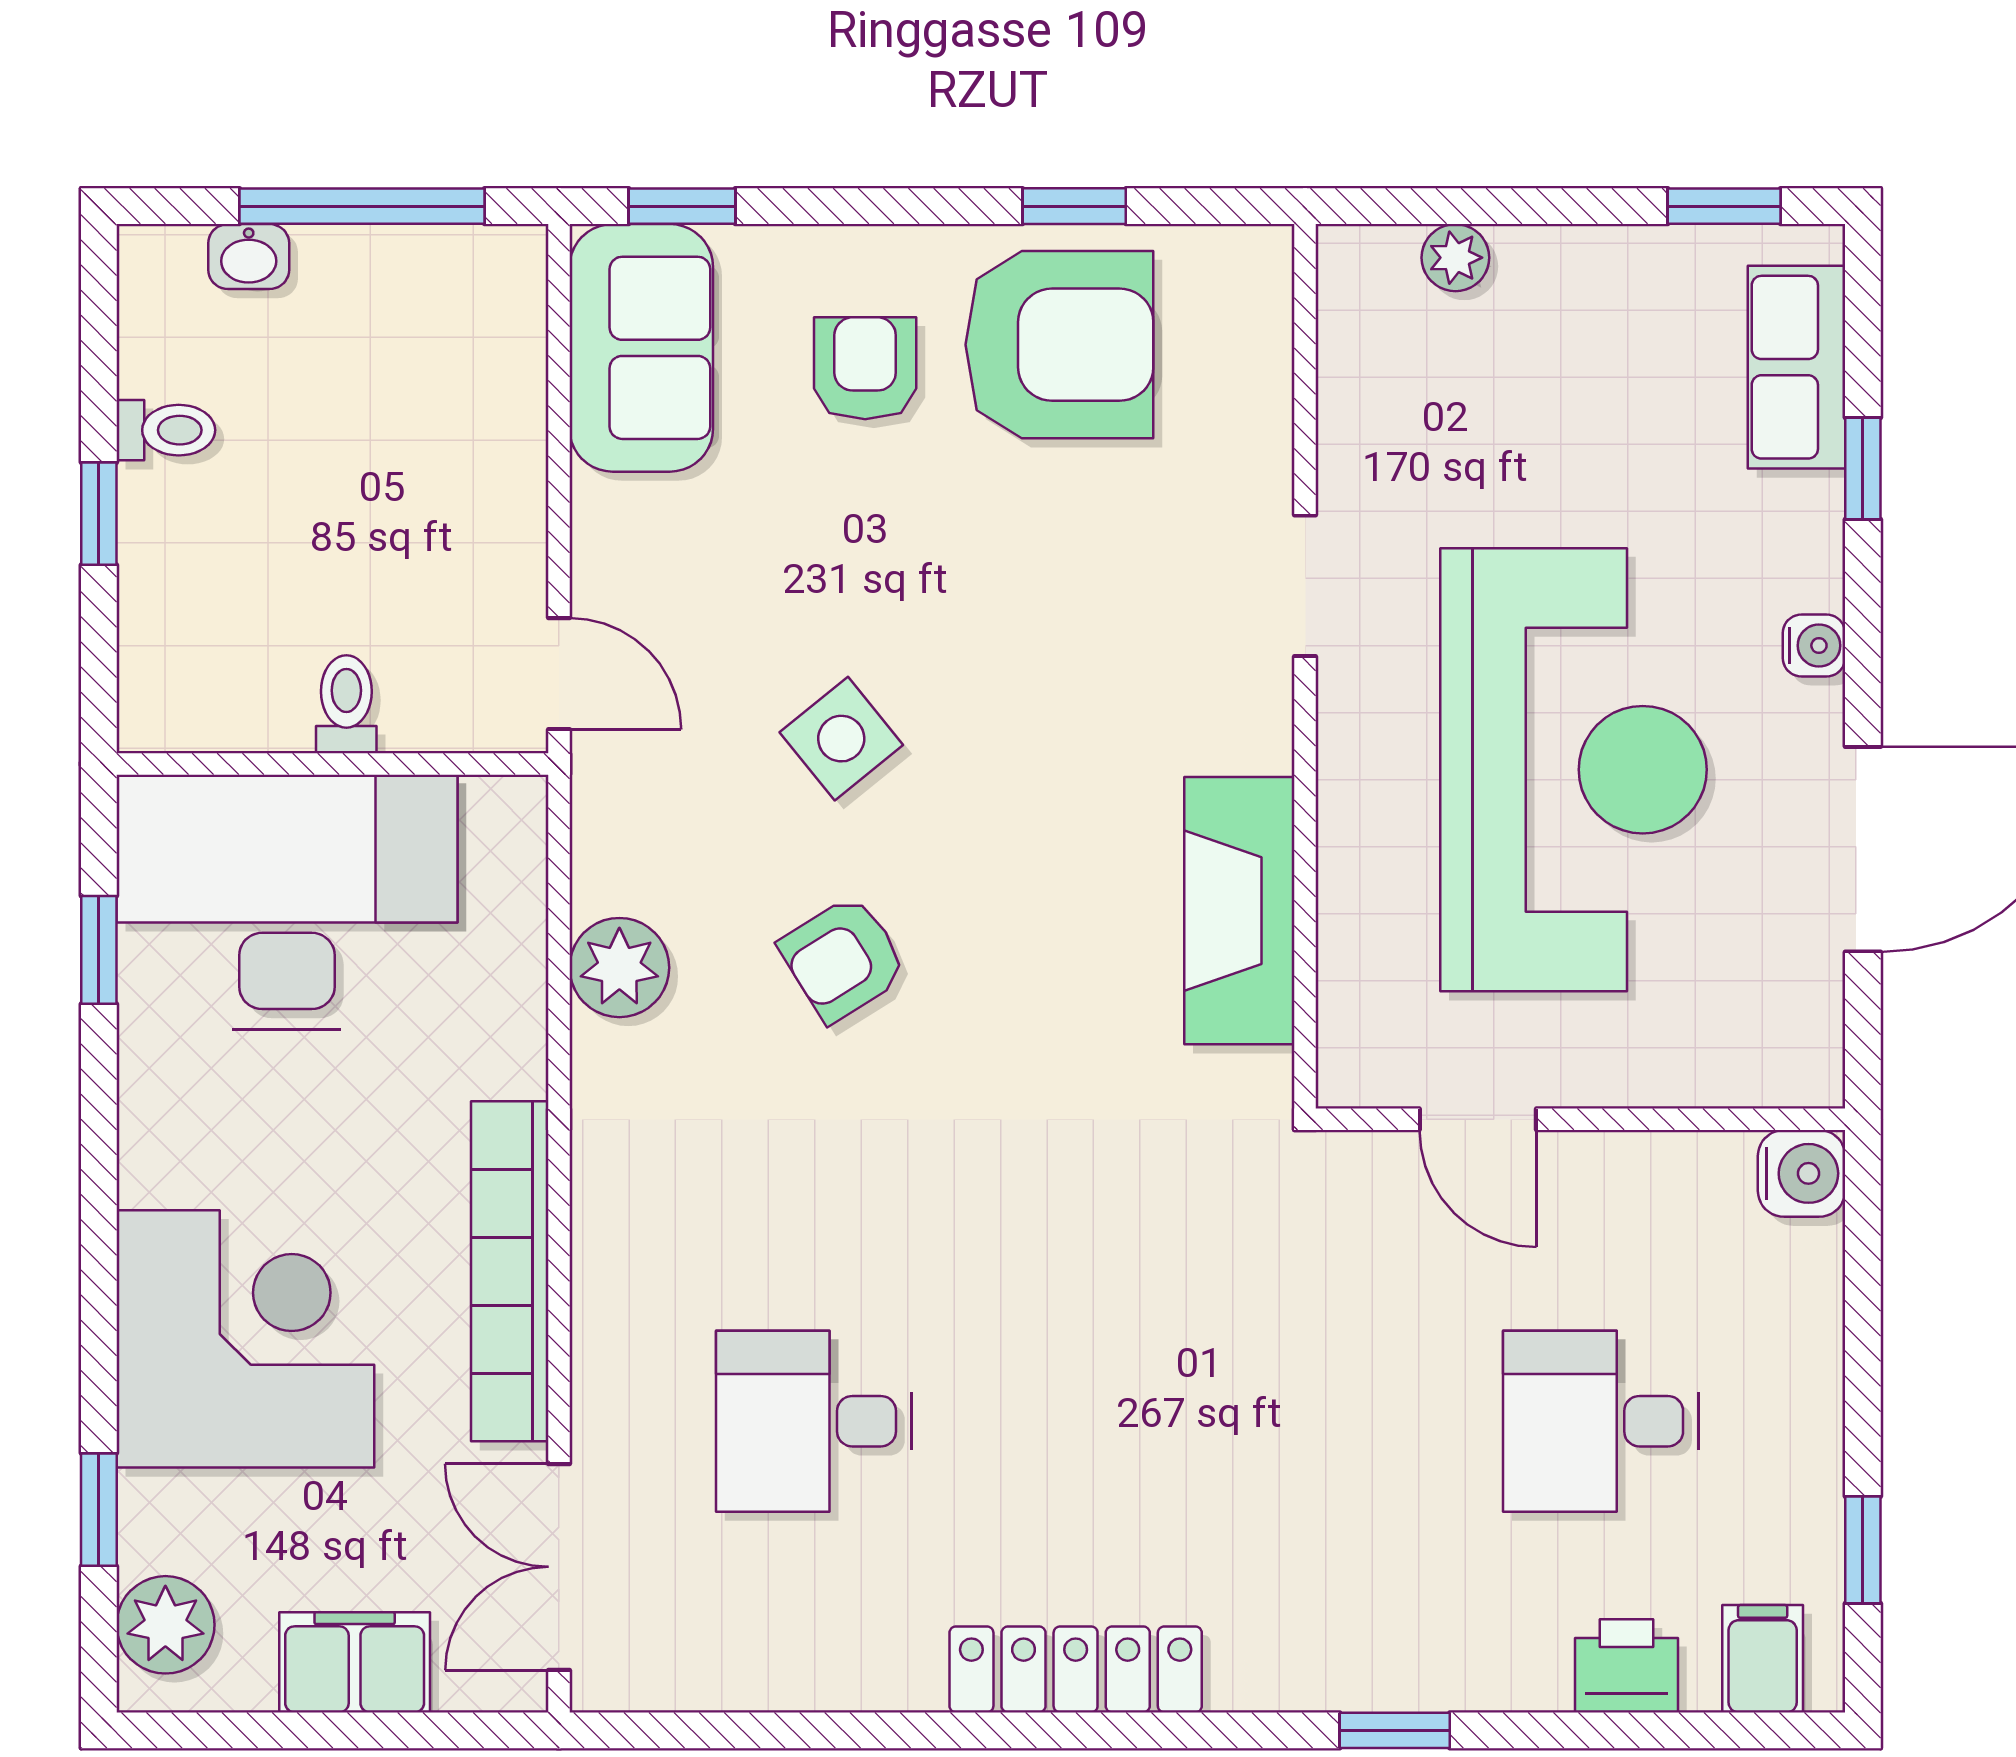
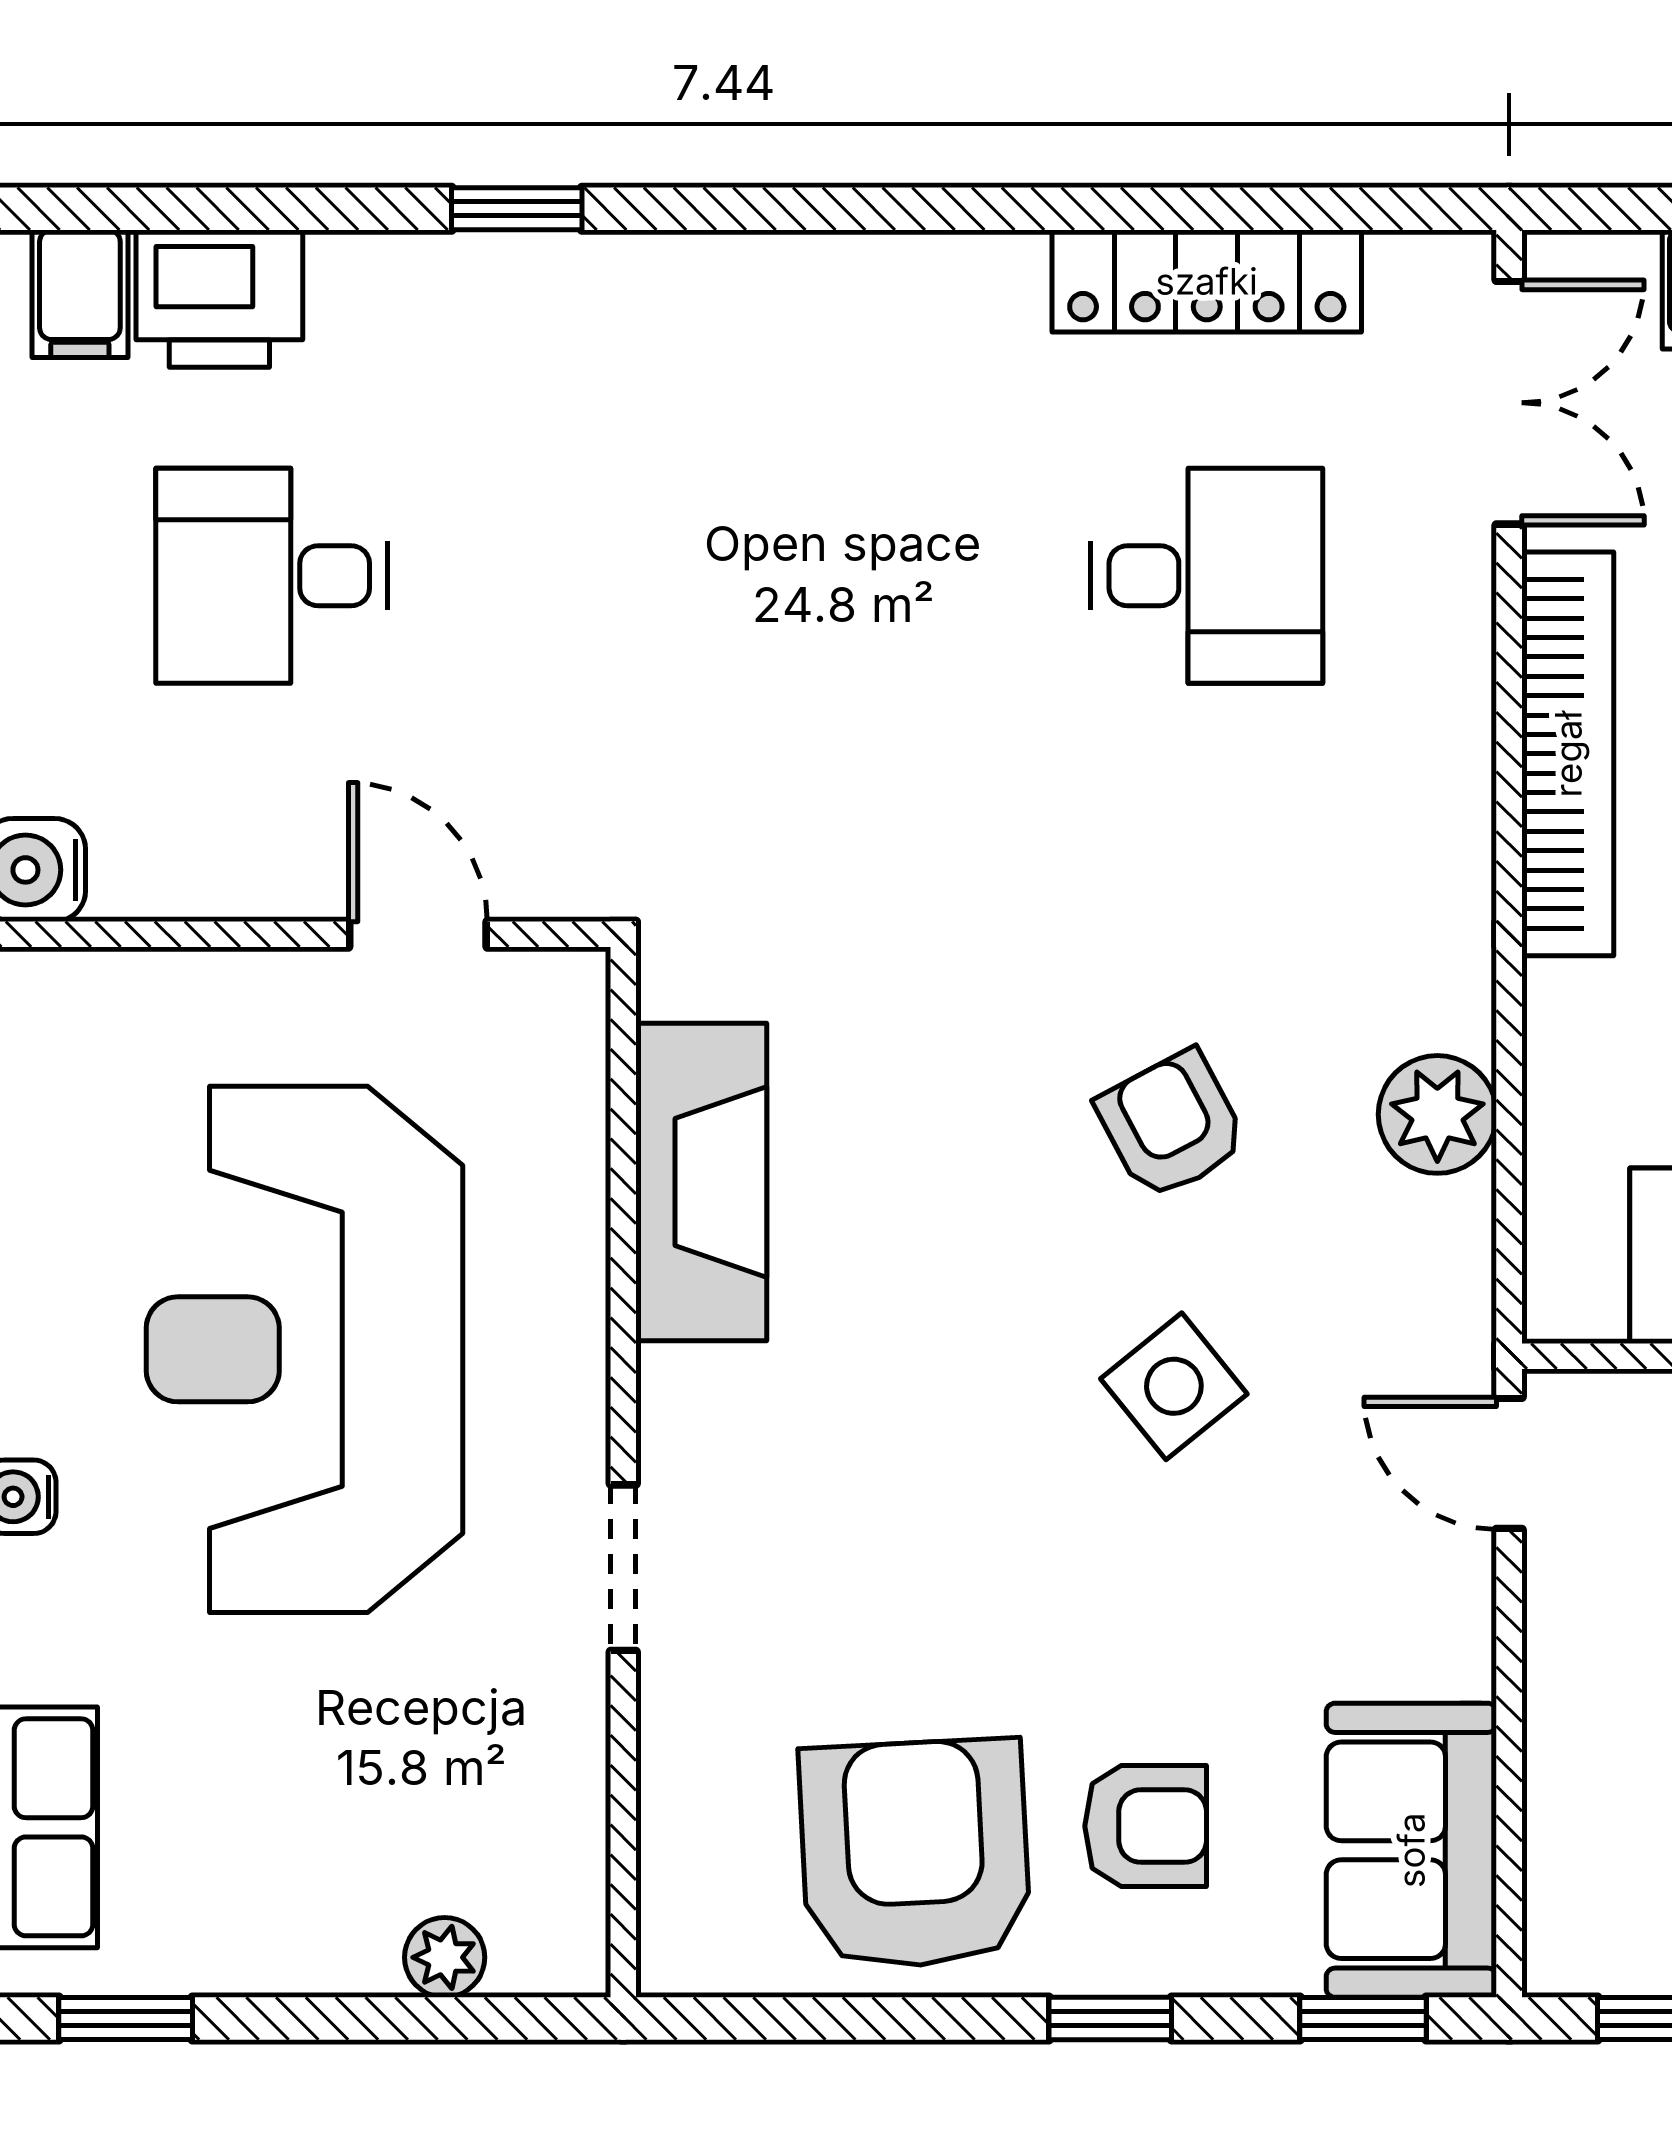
window: (1074, 206) -> (1110, 2018), moved
armchair: (1059, 345) -> (915, 1854), turned 87
armchair: (865, 368) -> (1146, 1826), turned -90
armchair: (843, 959) -> (1172, 1125), turned -86
desk: (1601, 1421) -> (272, 576), turned 180
printer: (1626, 1666) -> (219, 299), width x1.36, depth x1.24
locker: (1076, 1669) -> (1207, 281), moved

